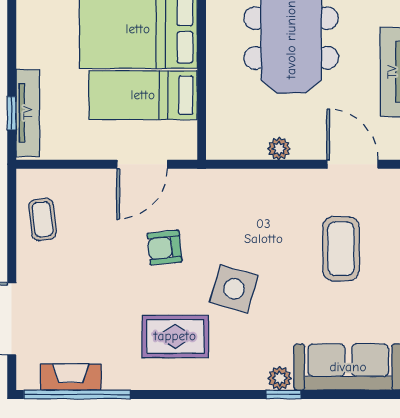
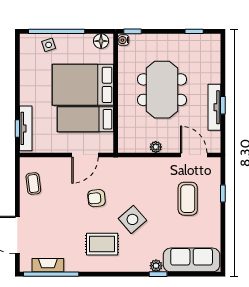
side table: (234, 289) -> (132, 219), turned 33

